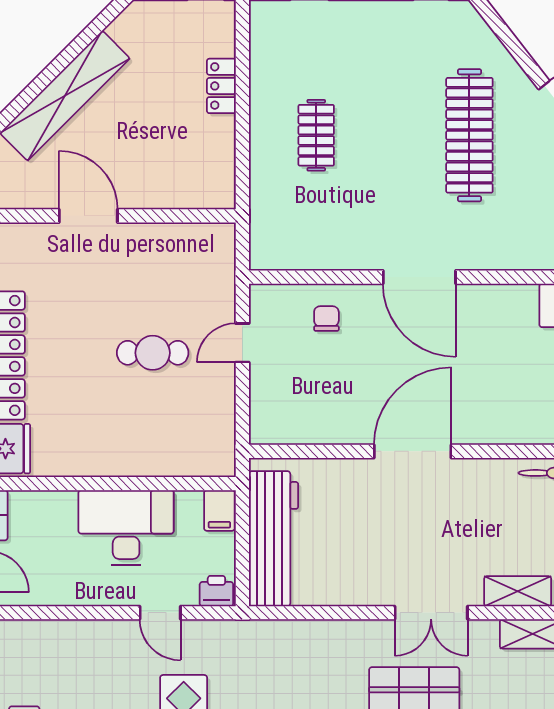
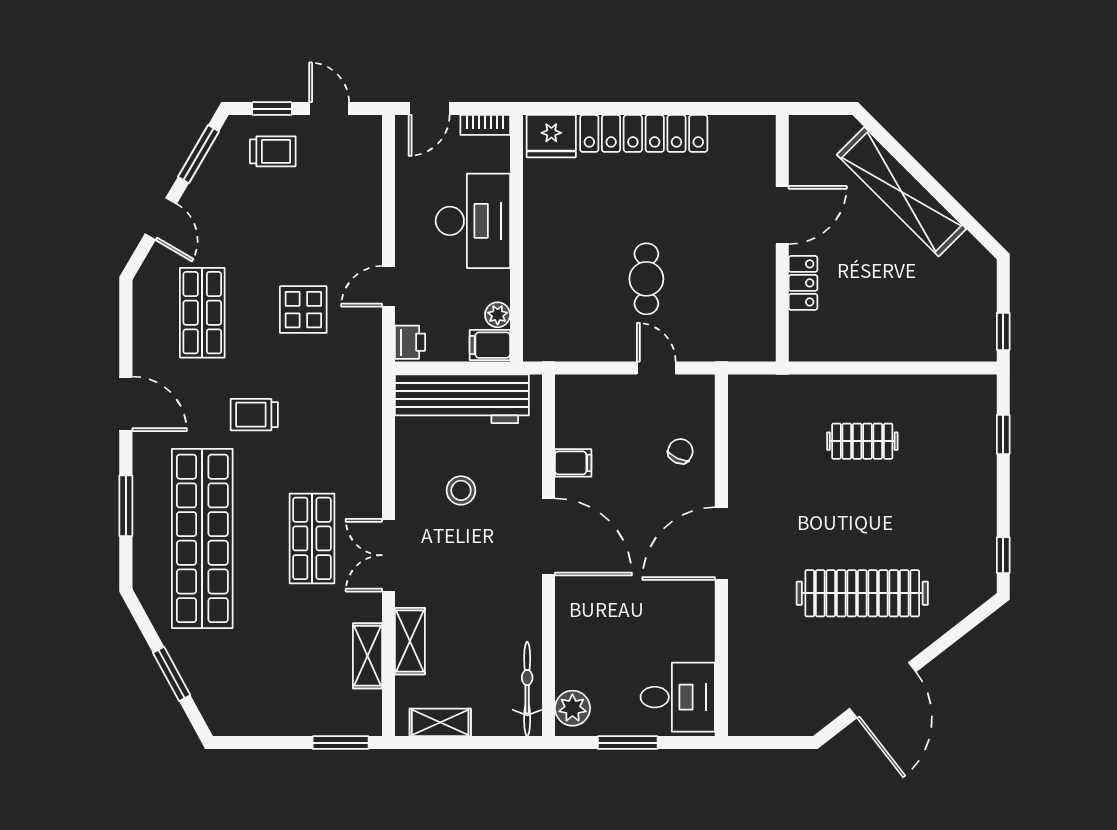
locker: (221, 86) -> (803, 283), moved, turned 90
chair: (326, 319) -> (680, 451), turned -65
filing cabinet: (338, 427) -> (573, 463), added
plant: (189, 503) -> (498, 315), added
desk: (126, 528) -> (473, 221), moved
stool: (366, 540) -> (461, 490), added

